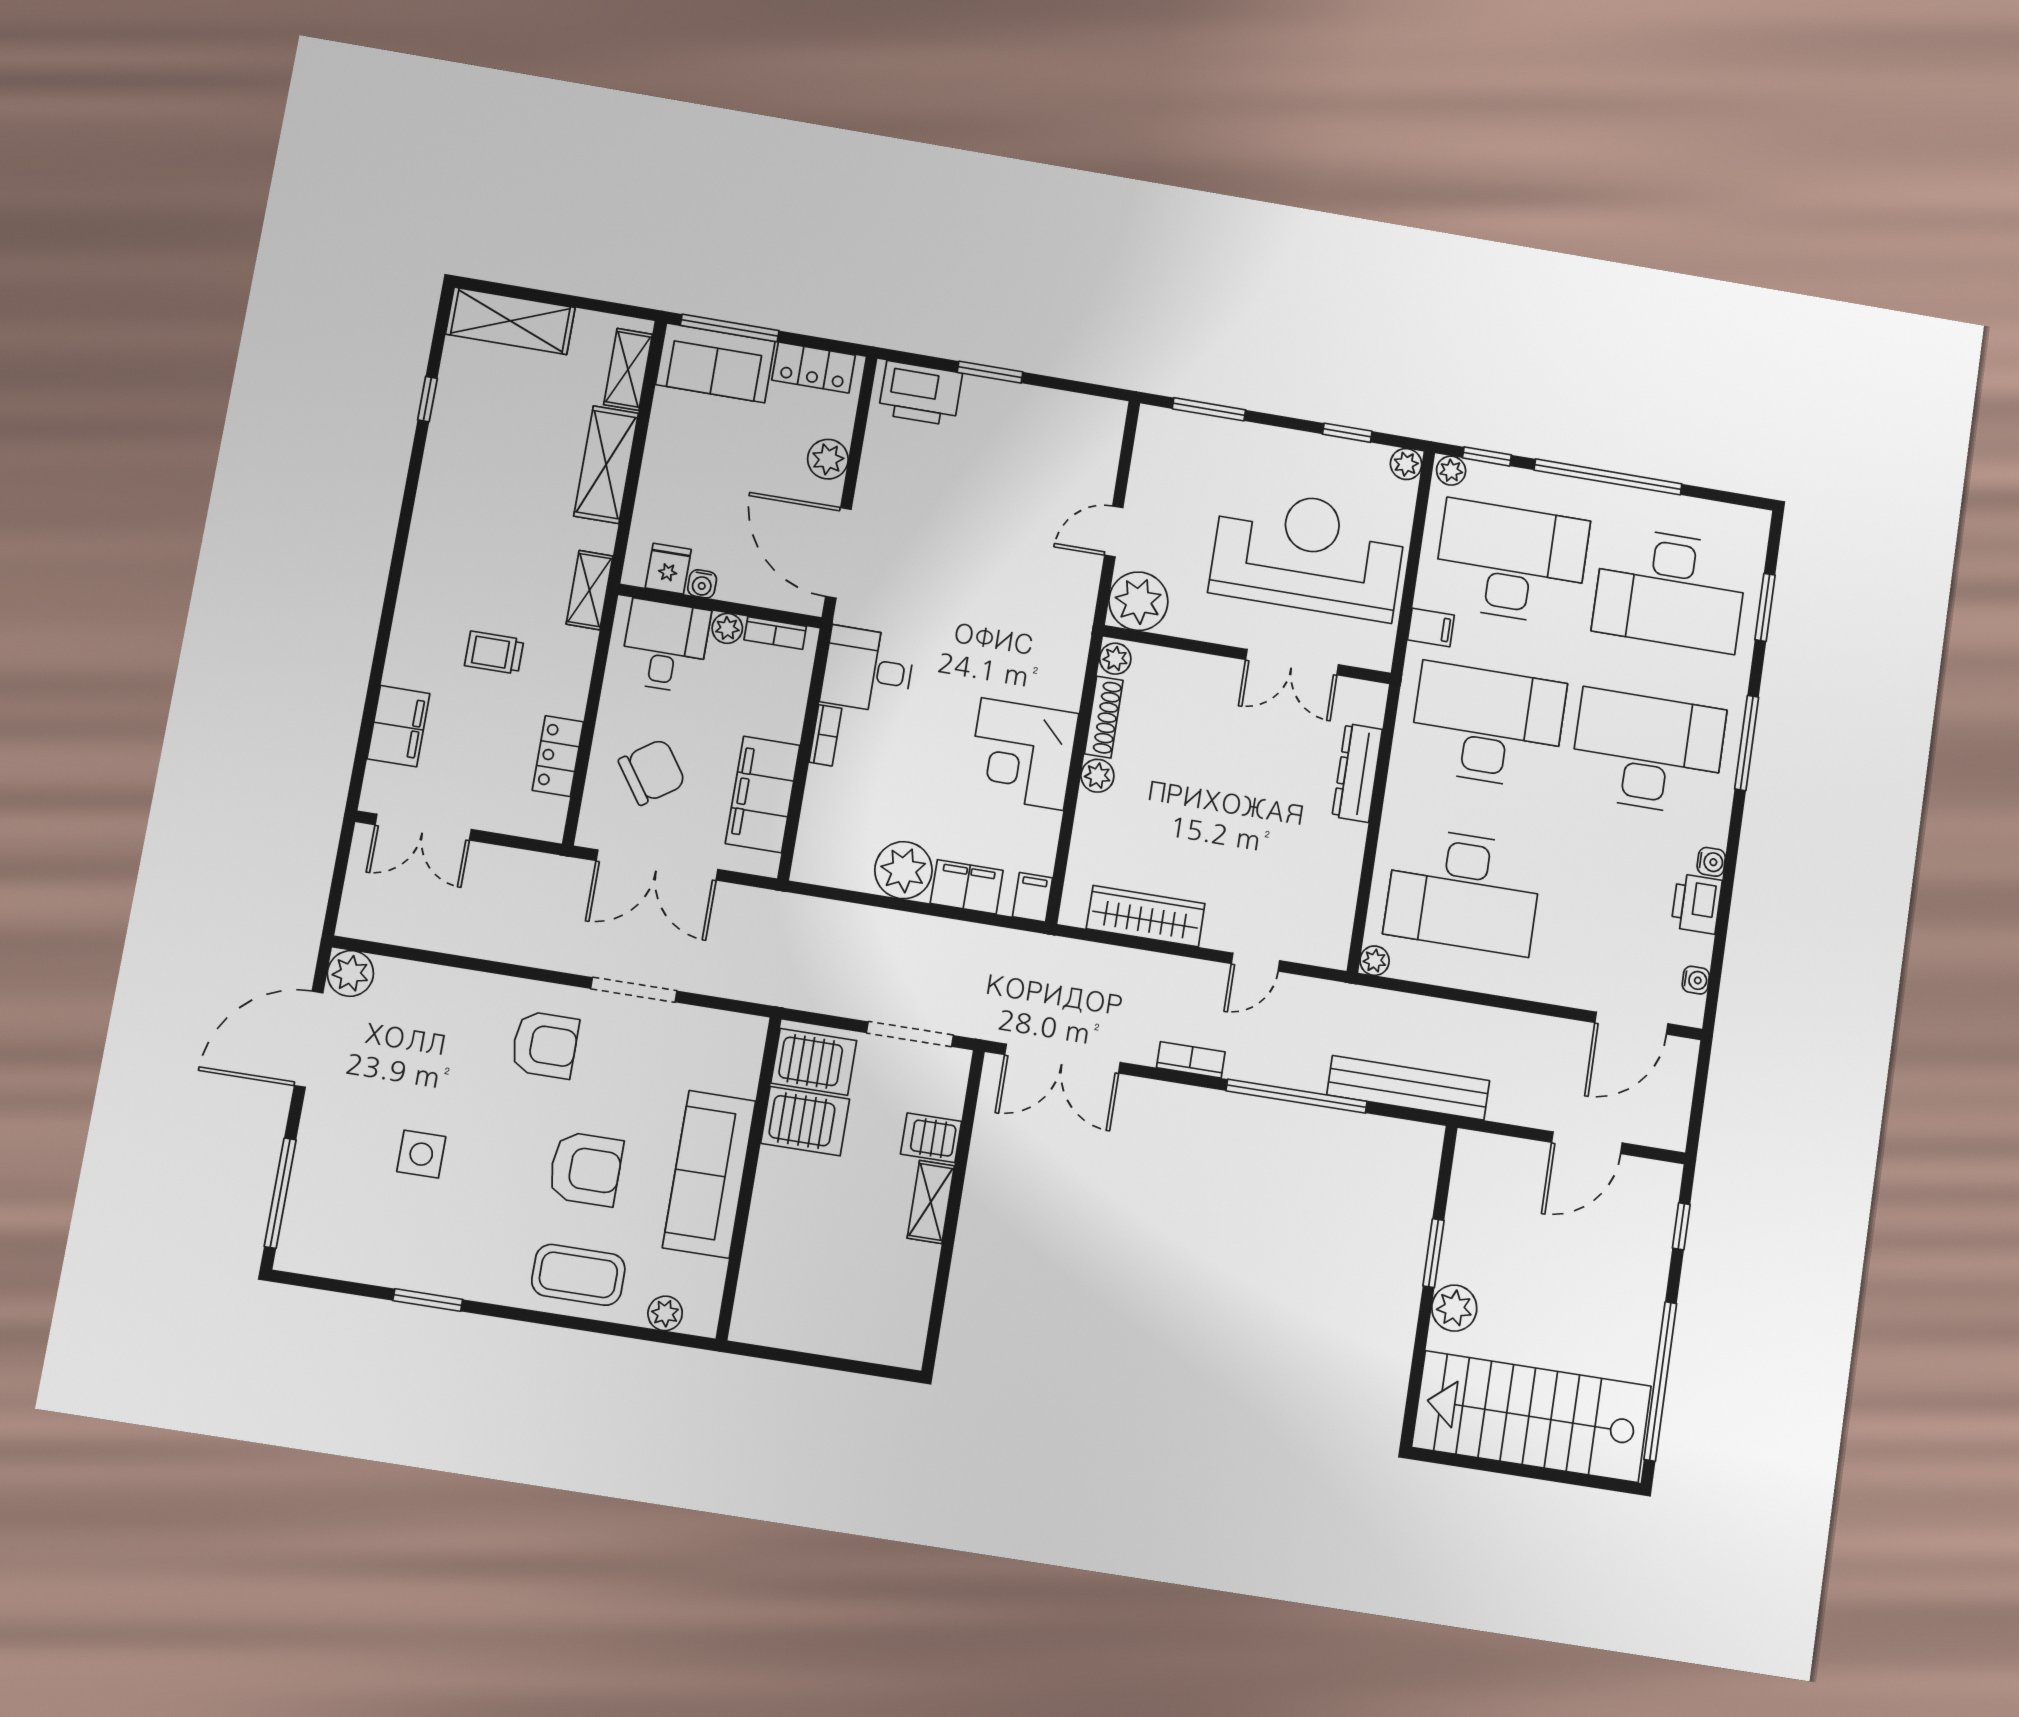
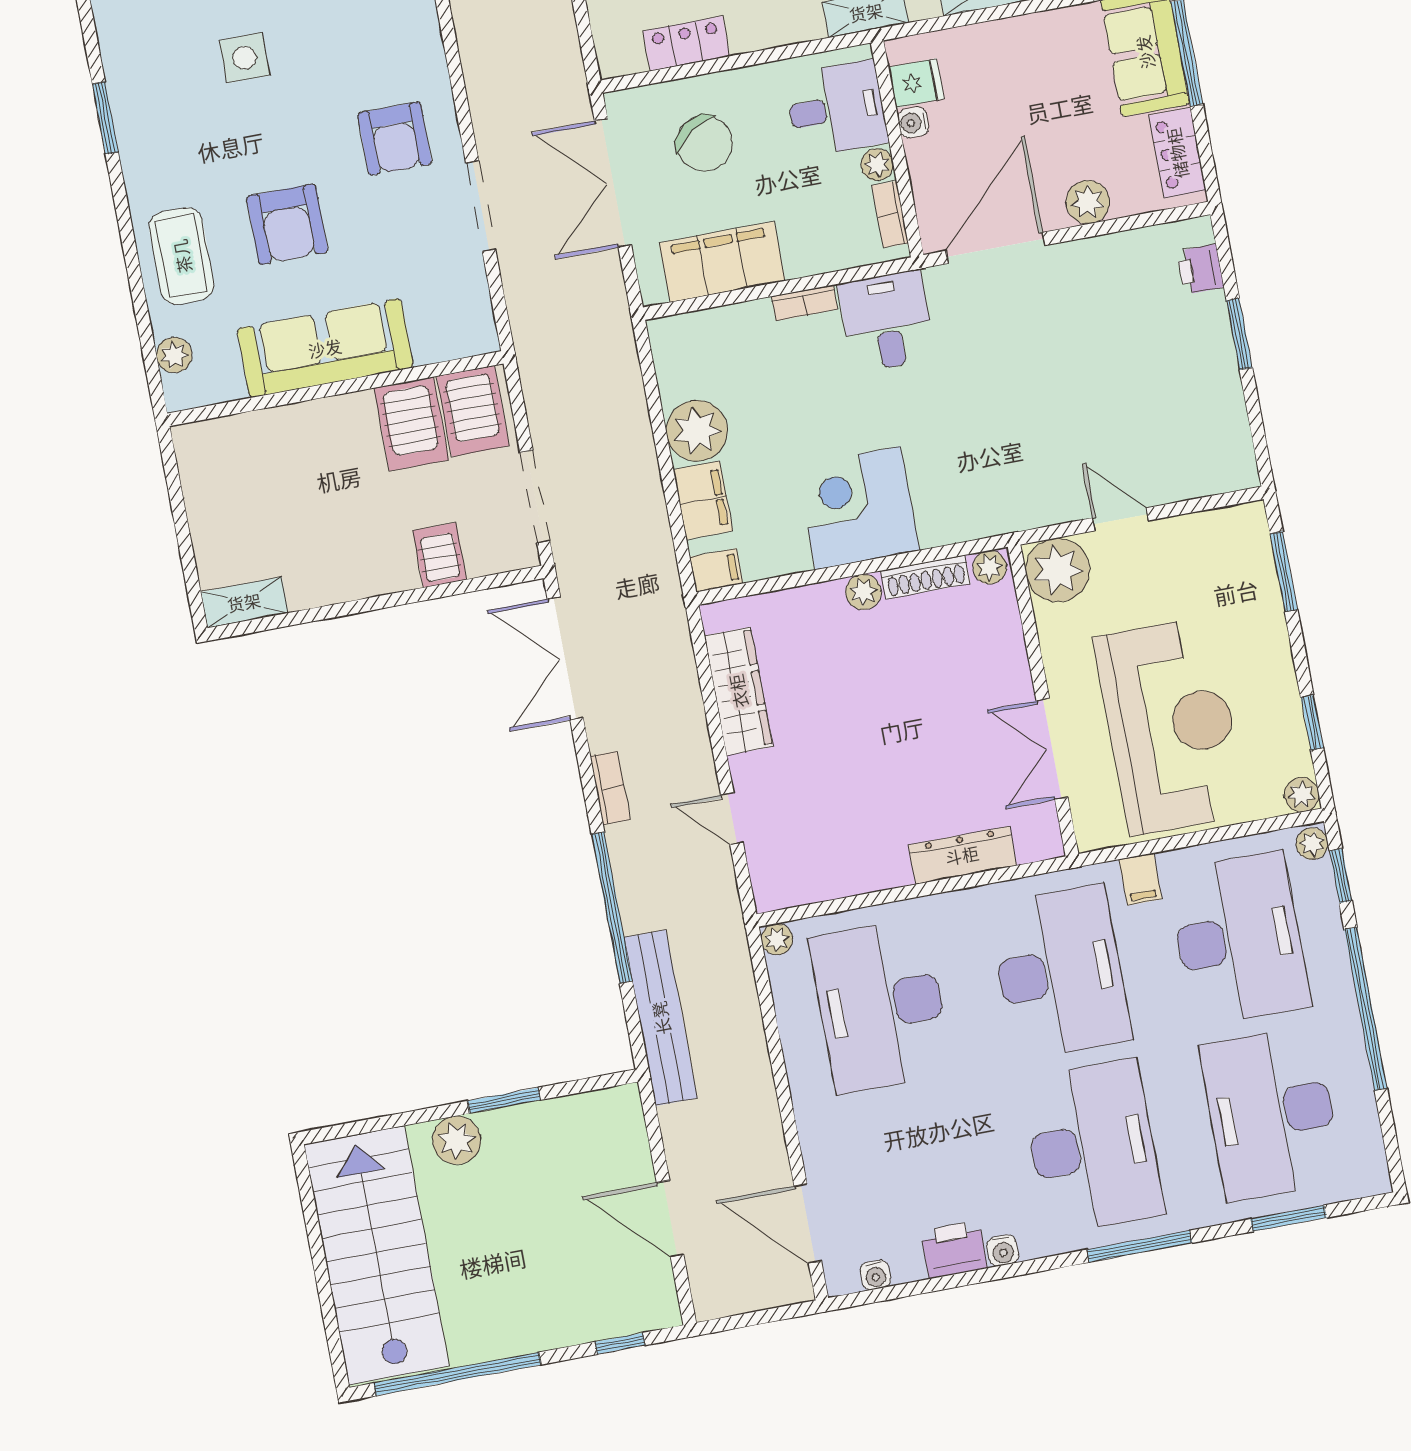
printer: (920, 393) -> (1200, 269), width x0.53, depth x0.68
shelving: (931, 1202) -> (244, 602), moved

